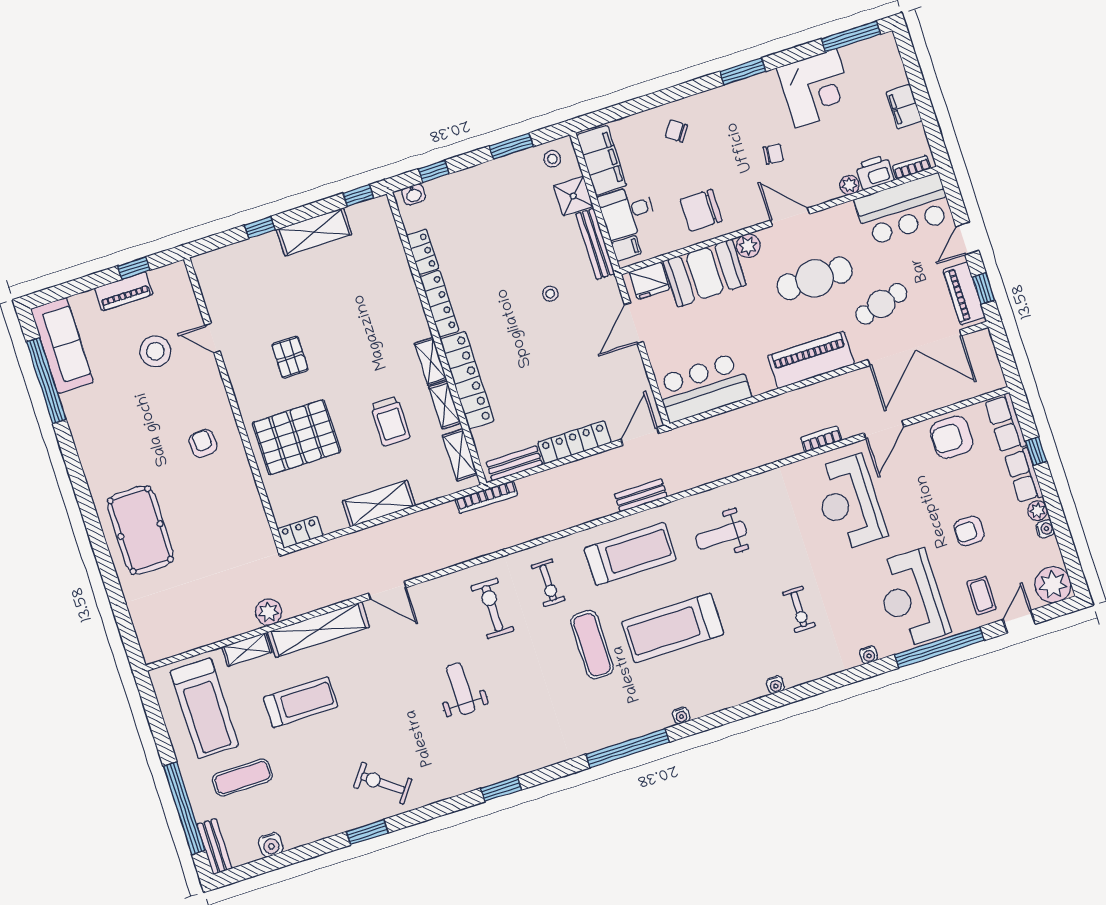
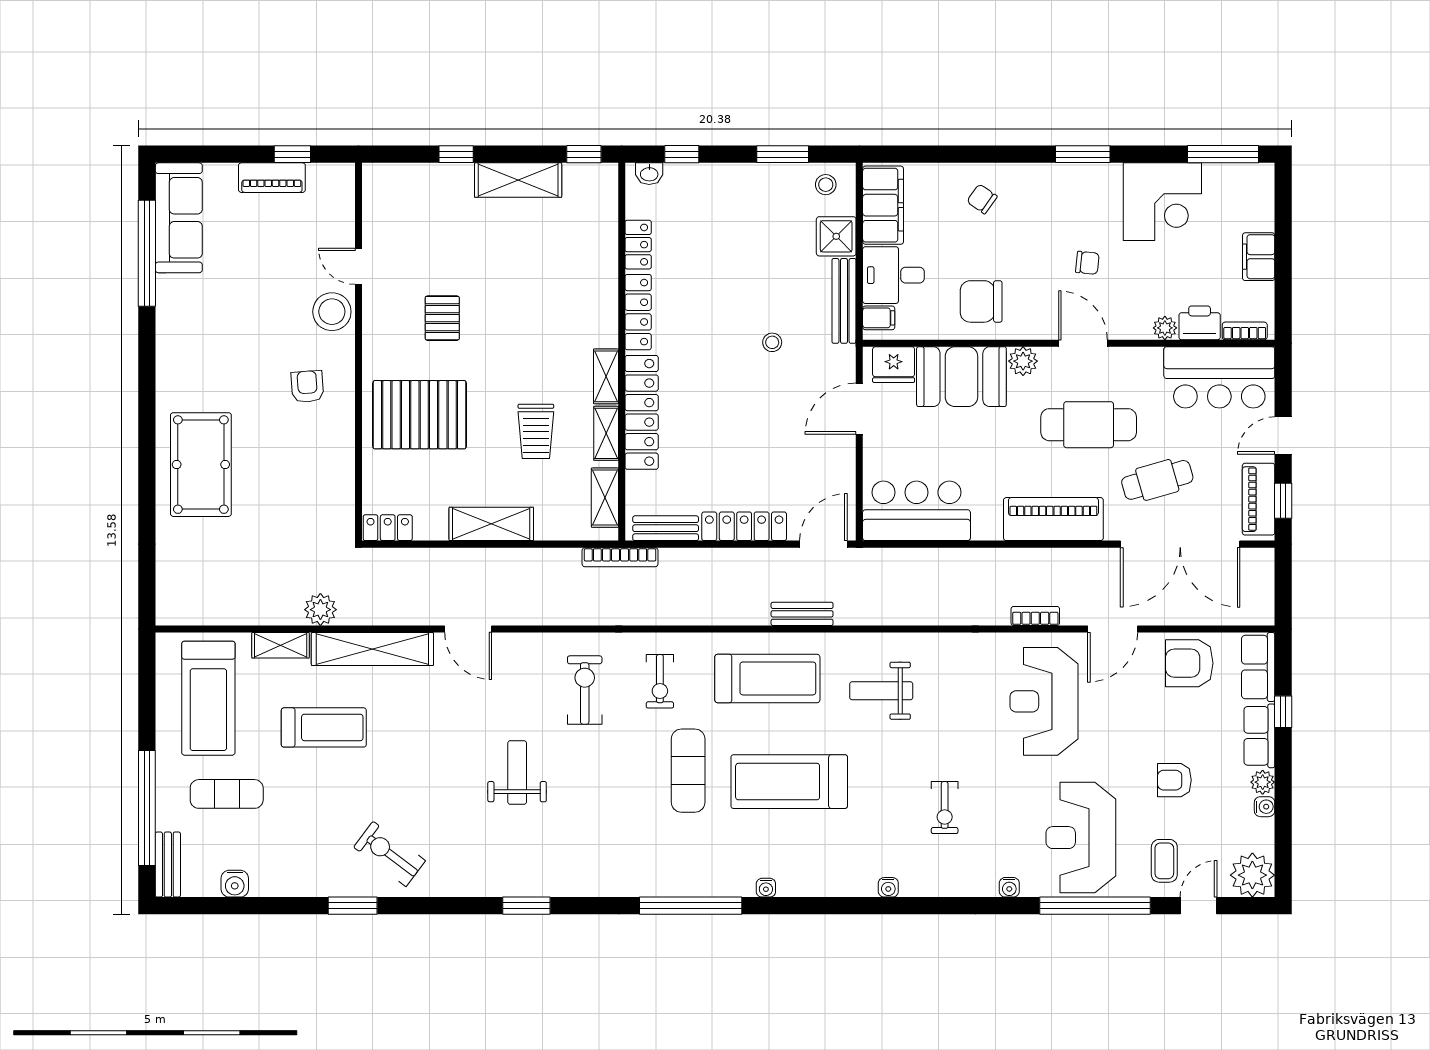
stool: (155, 351) -> (332, 312), moved

